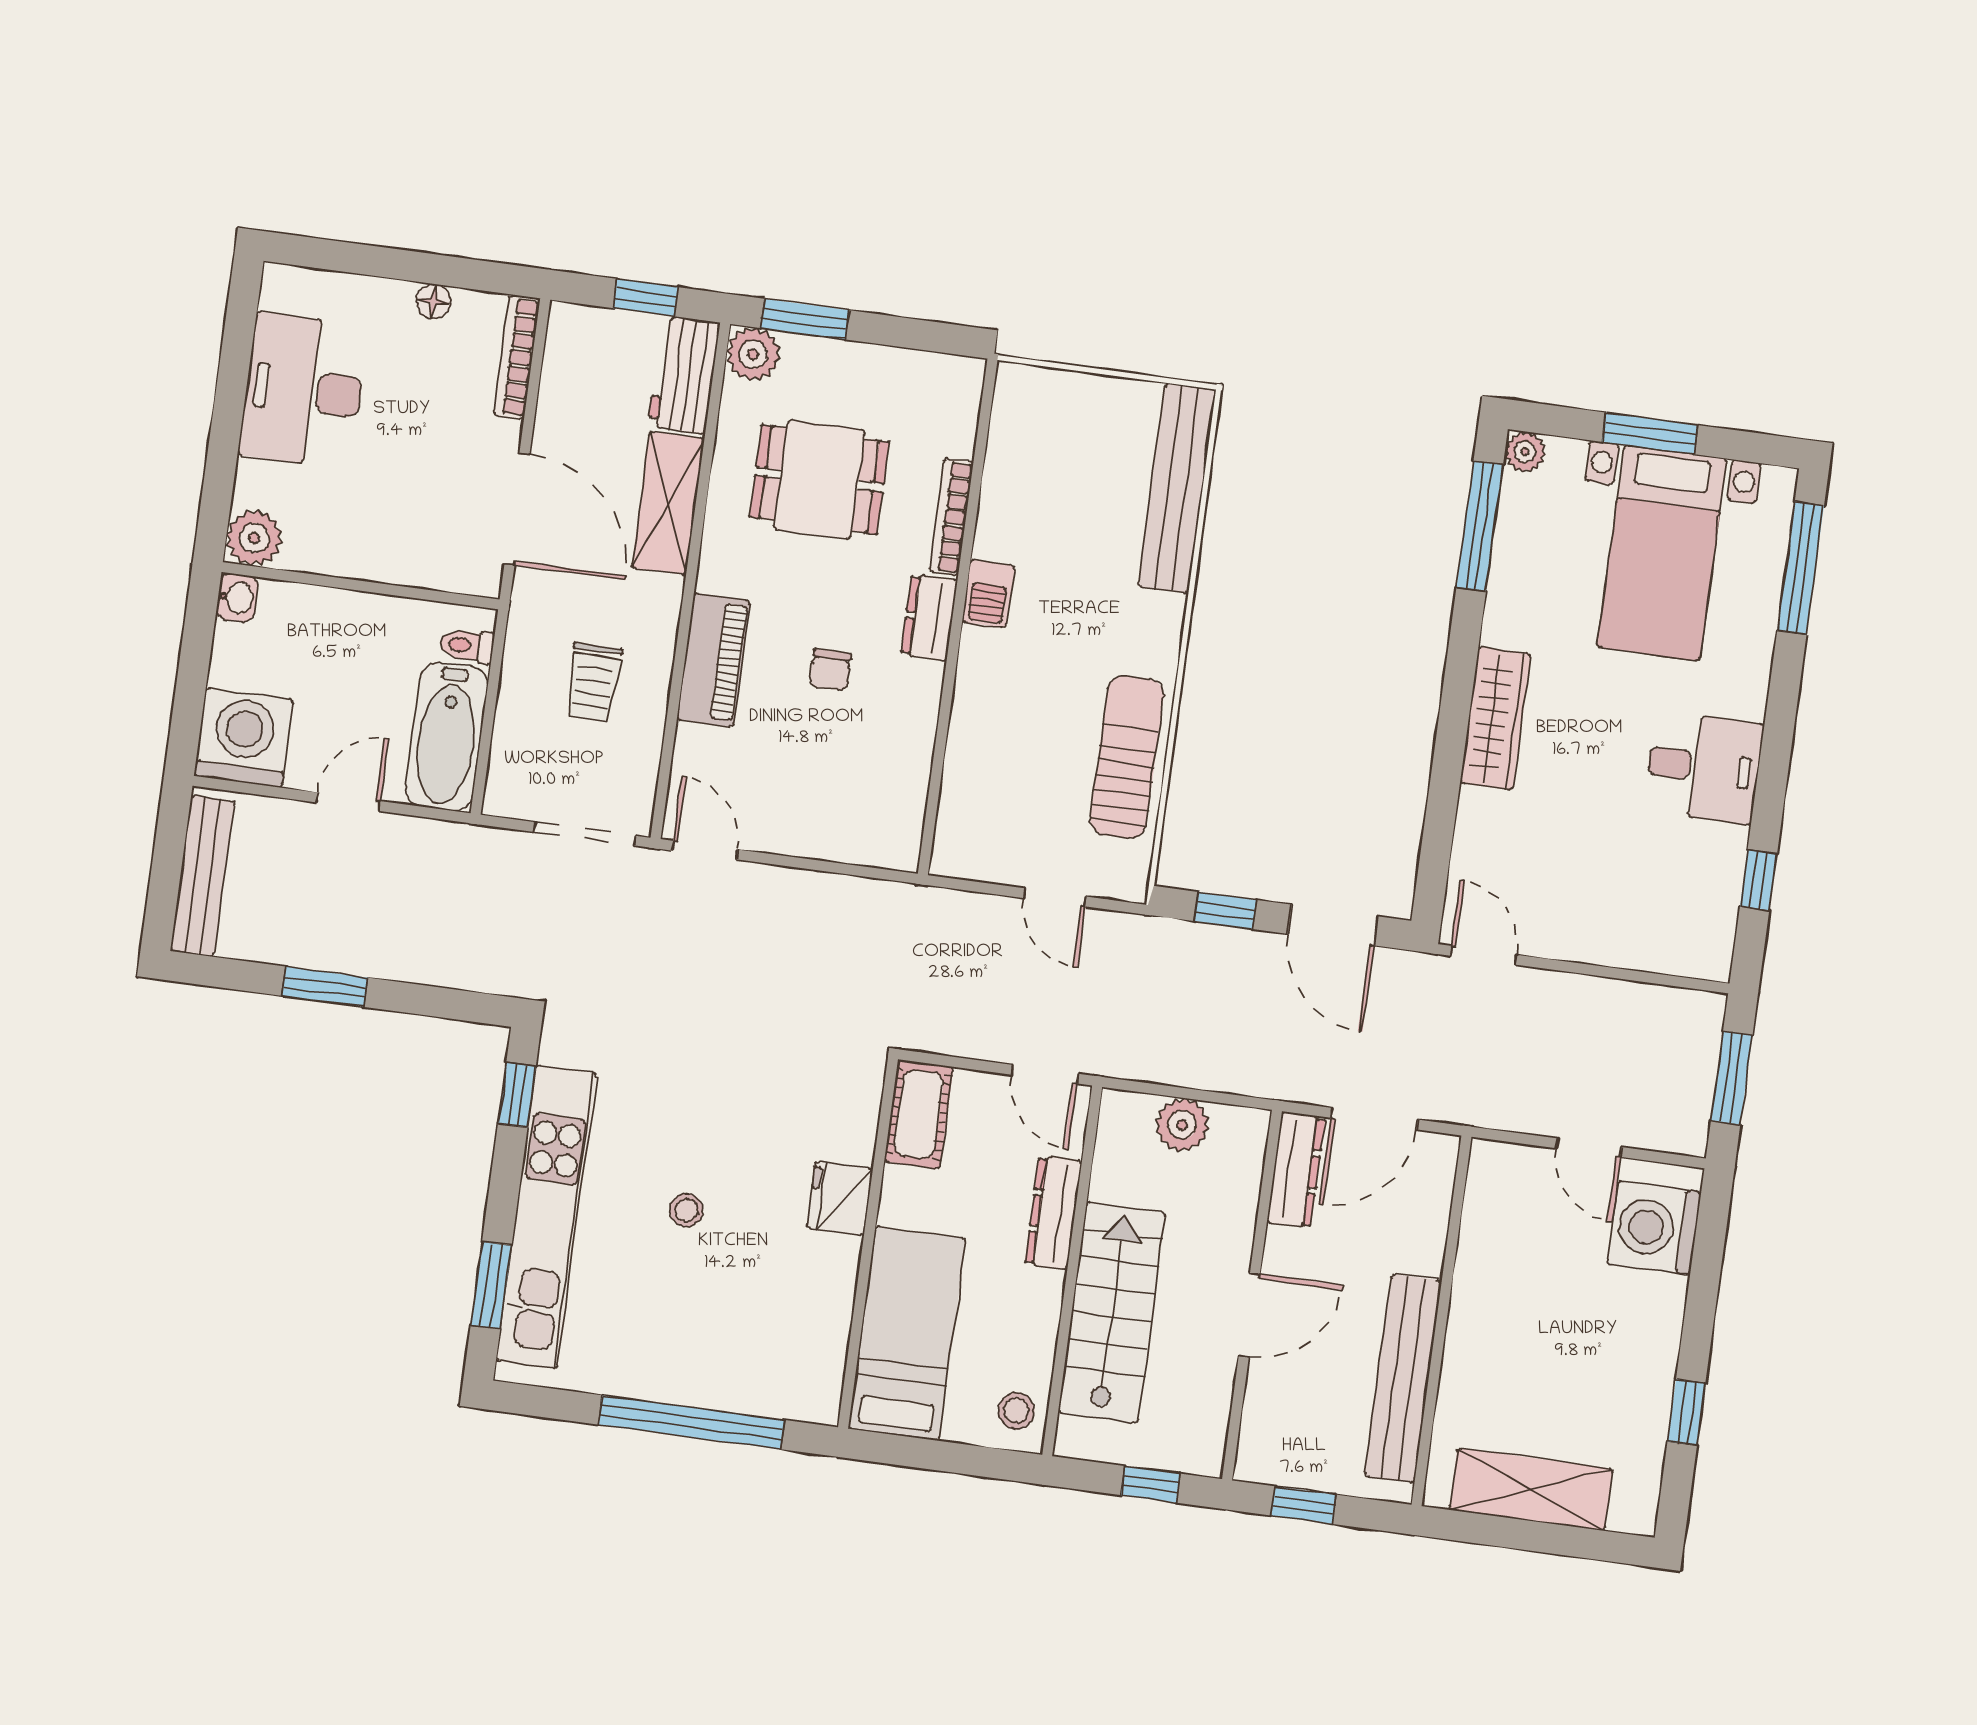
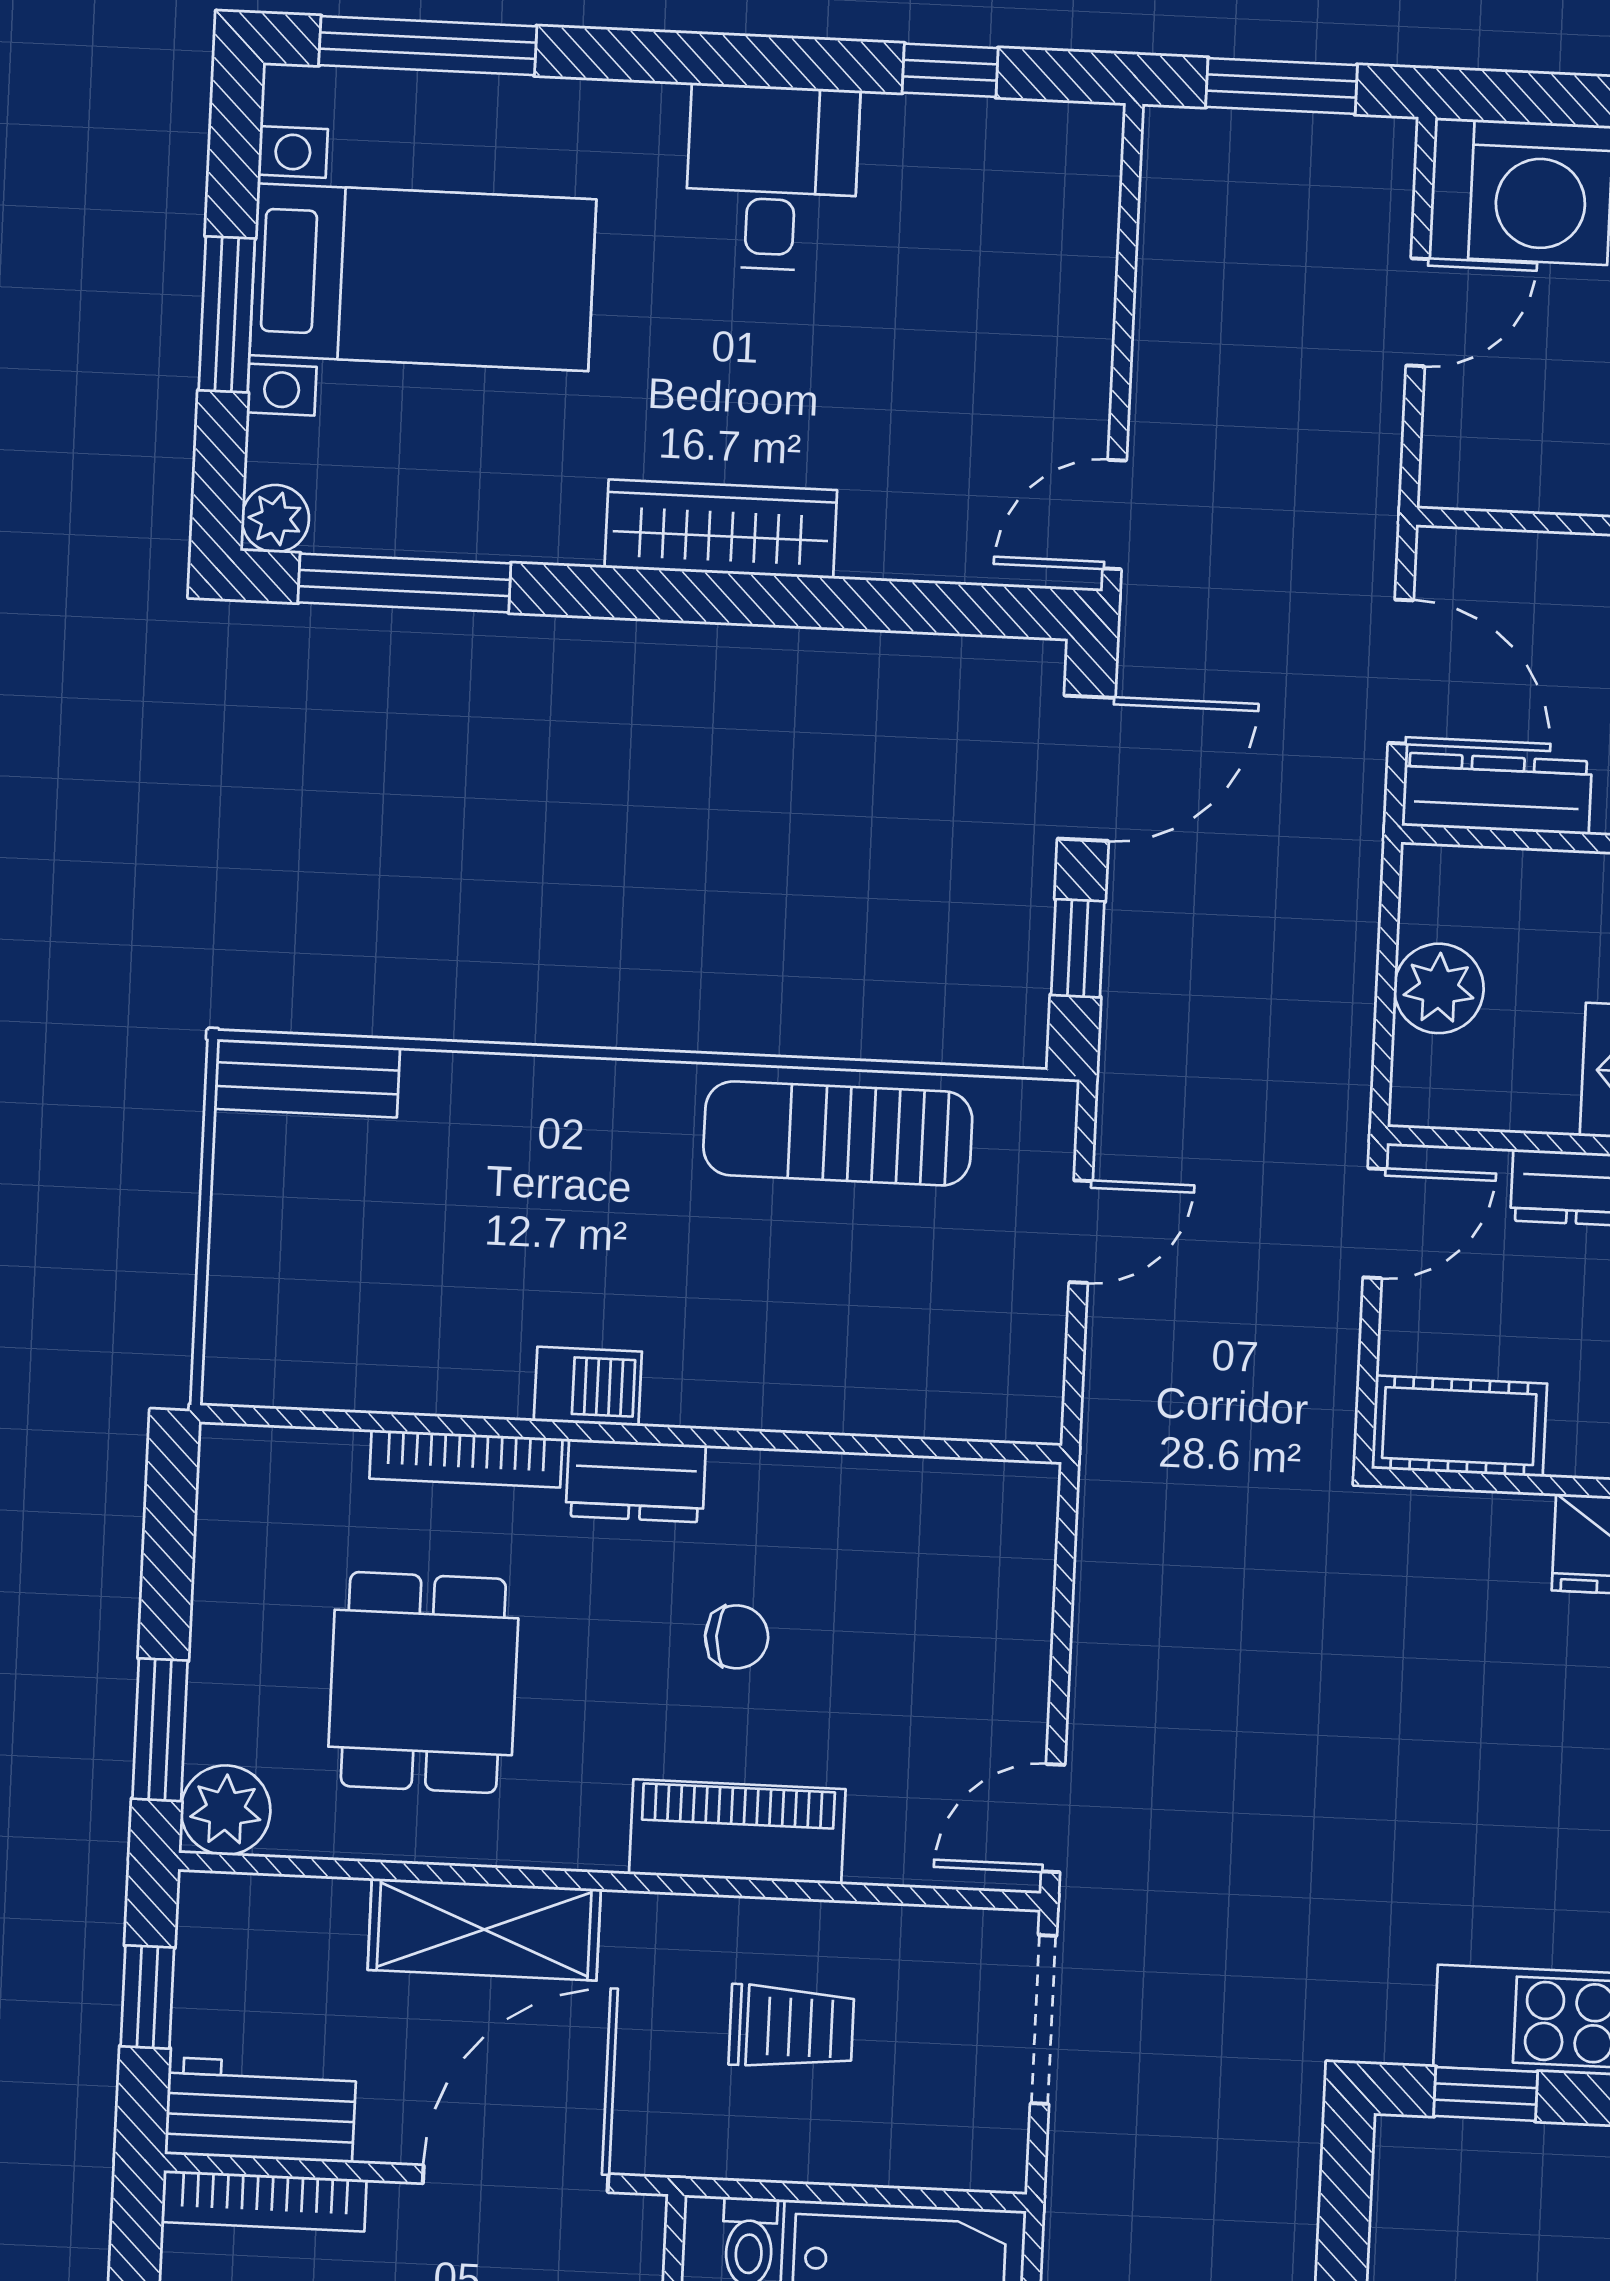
workbench: (684, 375) -> (260, 2110), moved, turned 180
bench: (1177, 488) -> (307, 1078), width x0.54, depth x0.82

